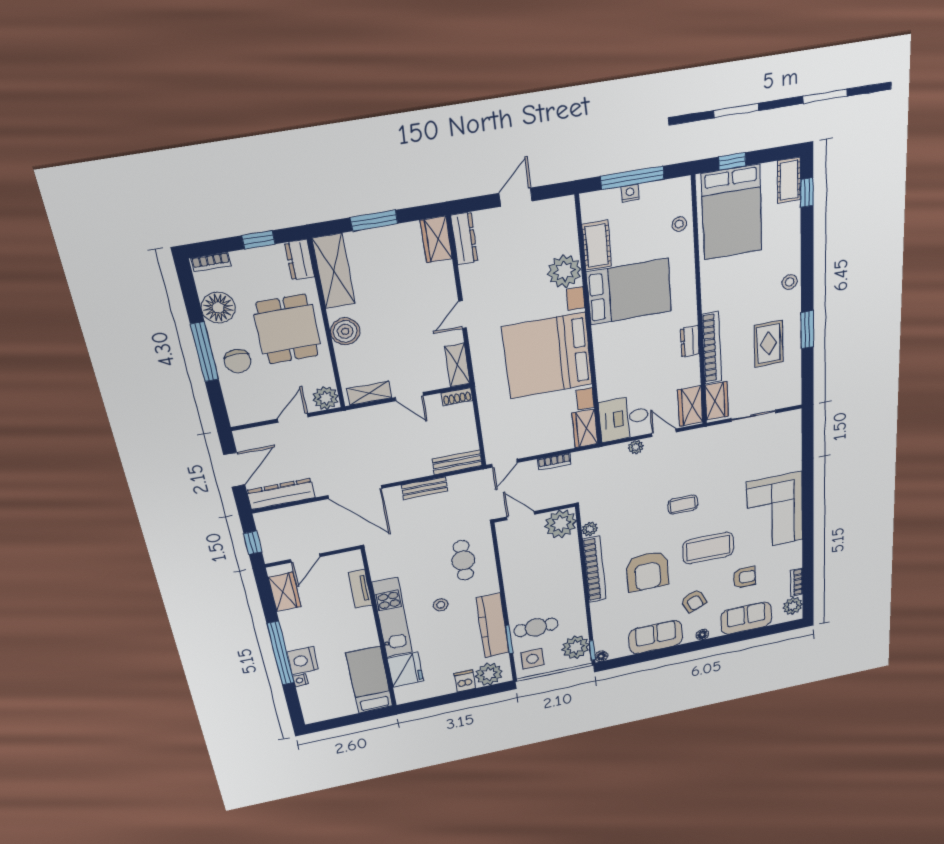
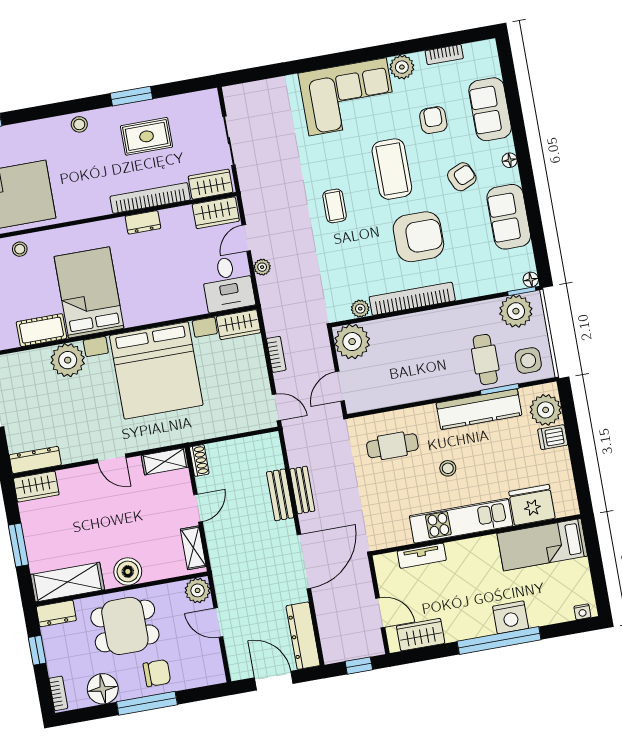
bench: (457, 462) -> (280, 495), moved
plant: (793, 606) -> (402, 67), moved
nightstand: (301, 680) -> (582, 612), moved

